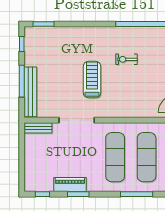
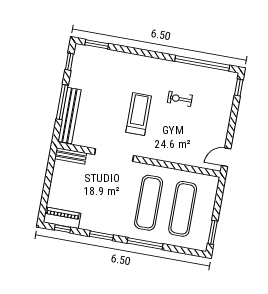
piano: (70, 184) -> (62, 218), moved
window: (137, 194) -> (145, 244), moved

